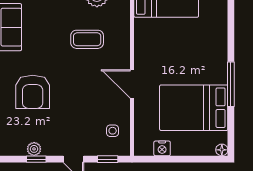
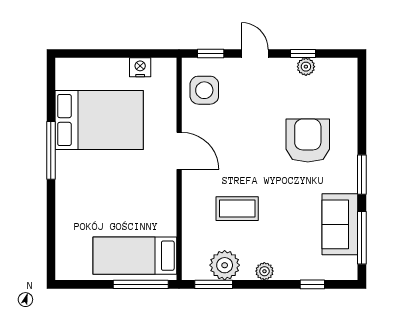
side table: (113, 131) -> (204, 90), width x1.87, depth x1.87
floor lamp: (222, 150) -> (63, 65), removed

